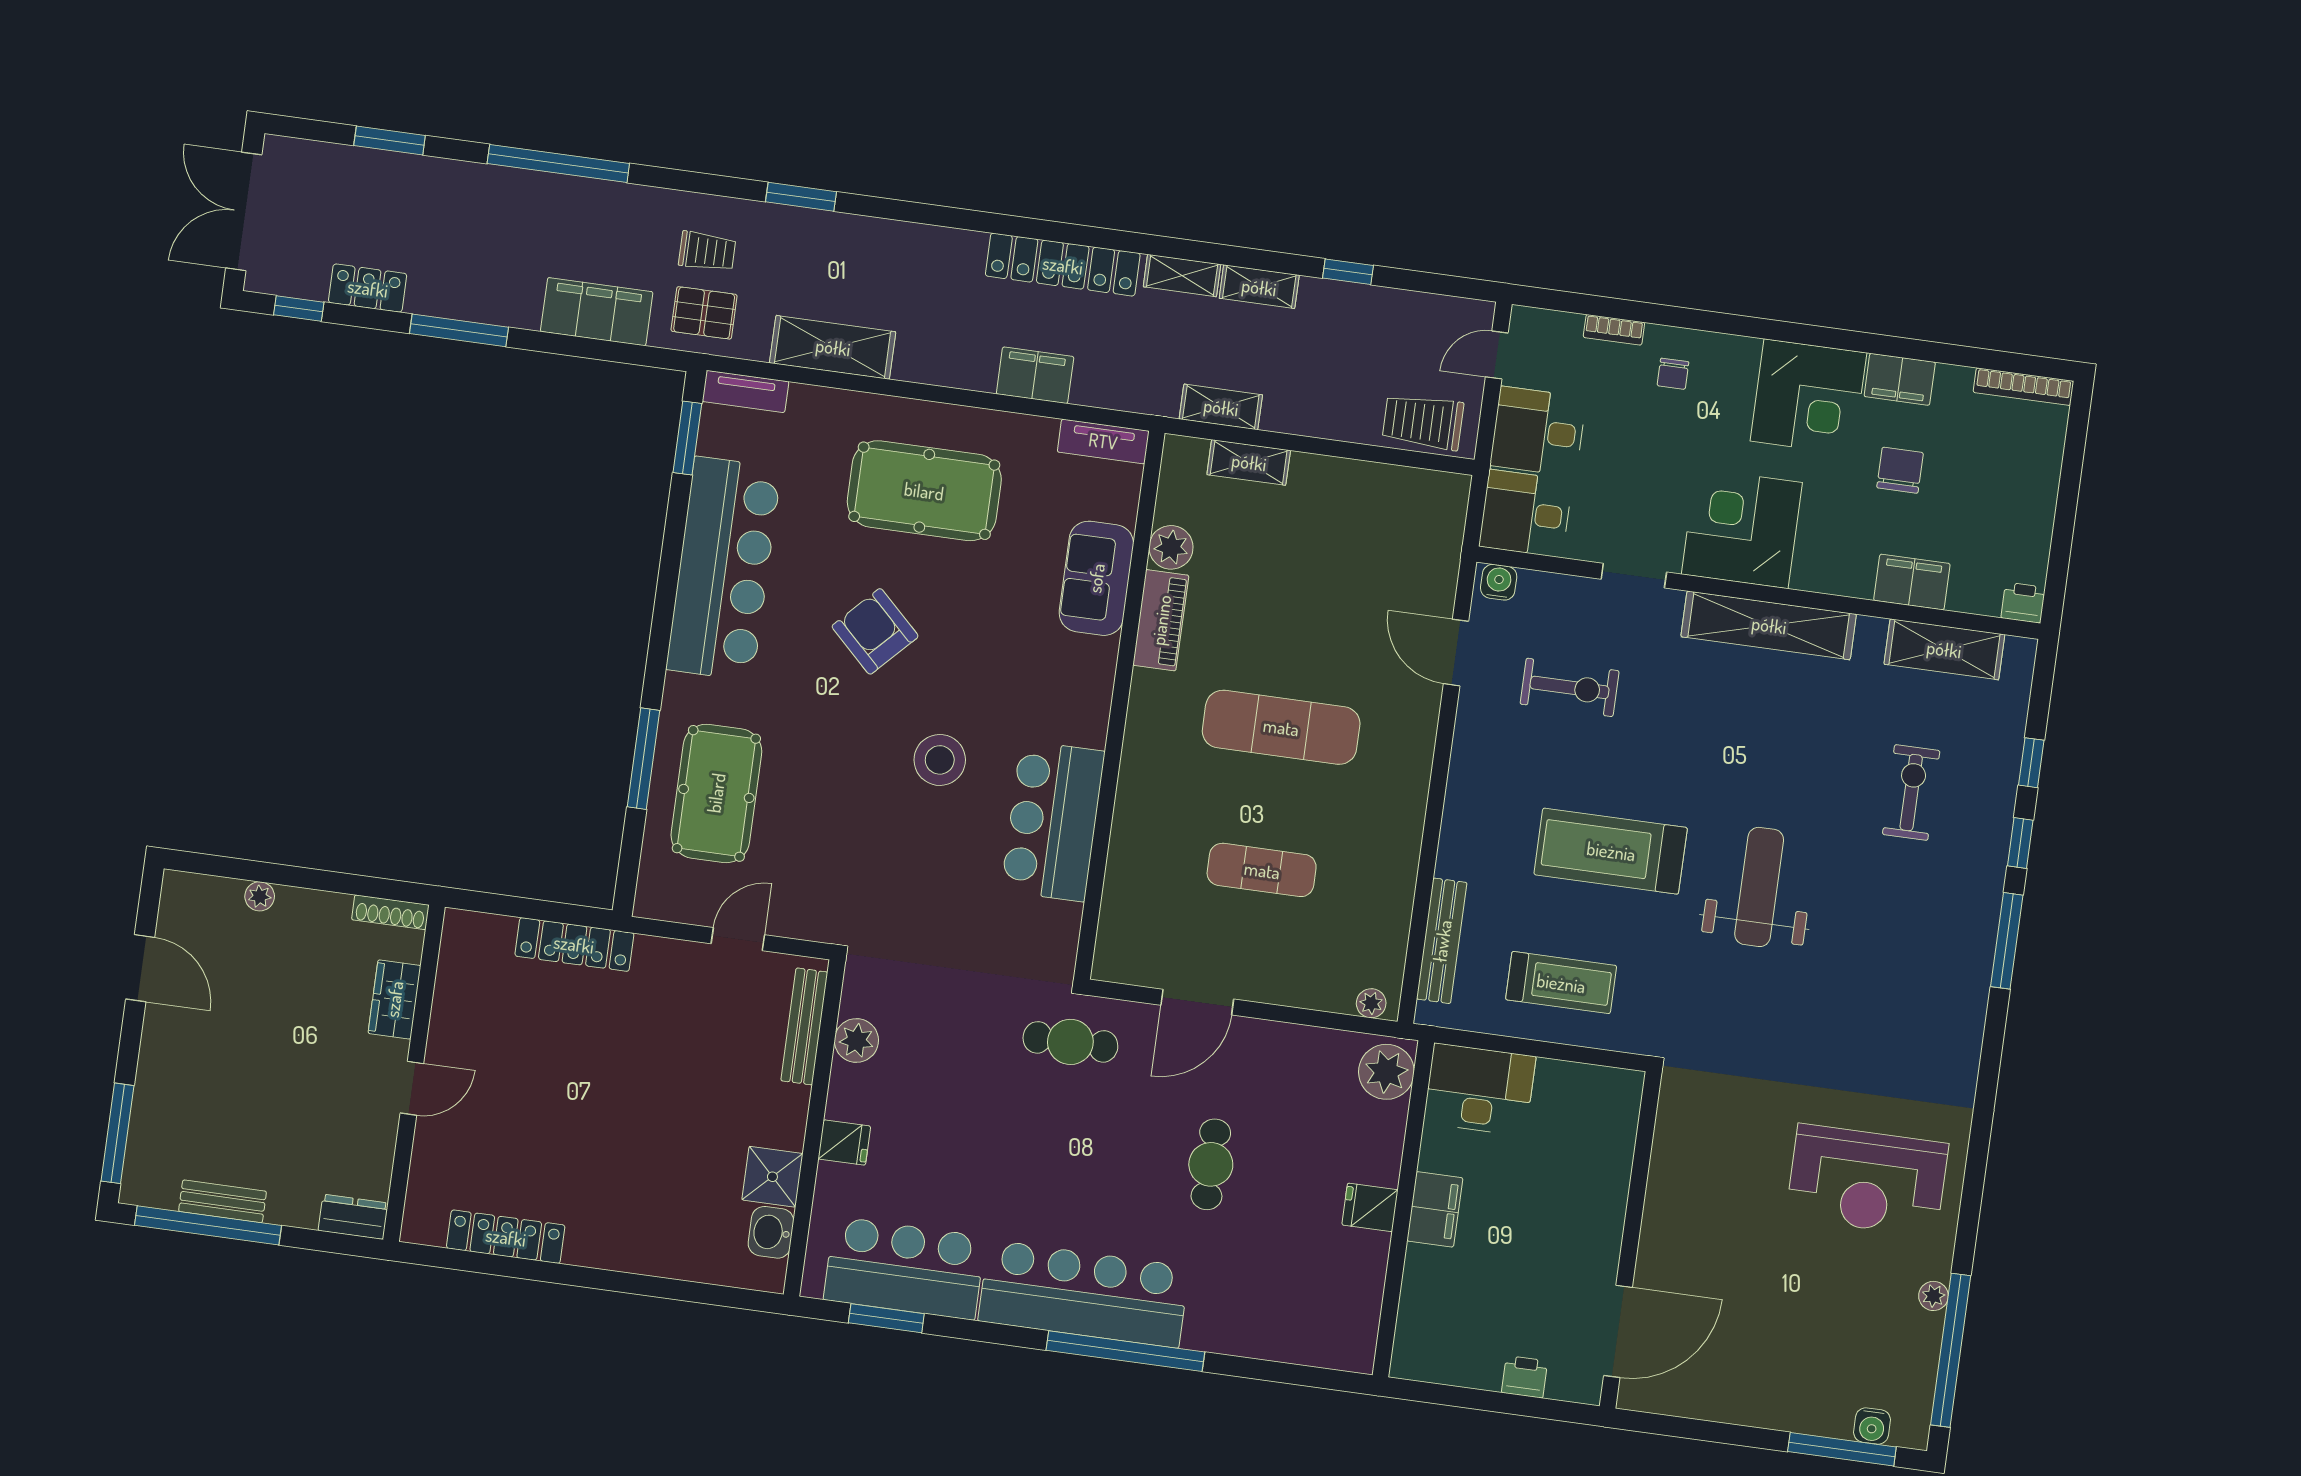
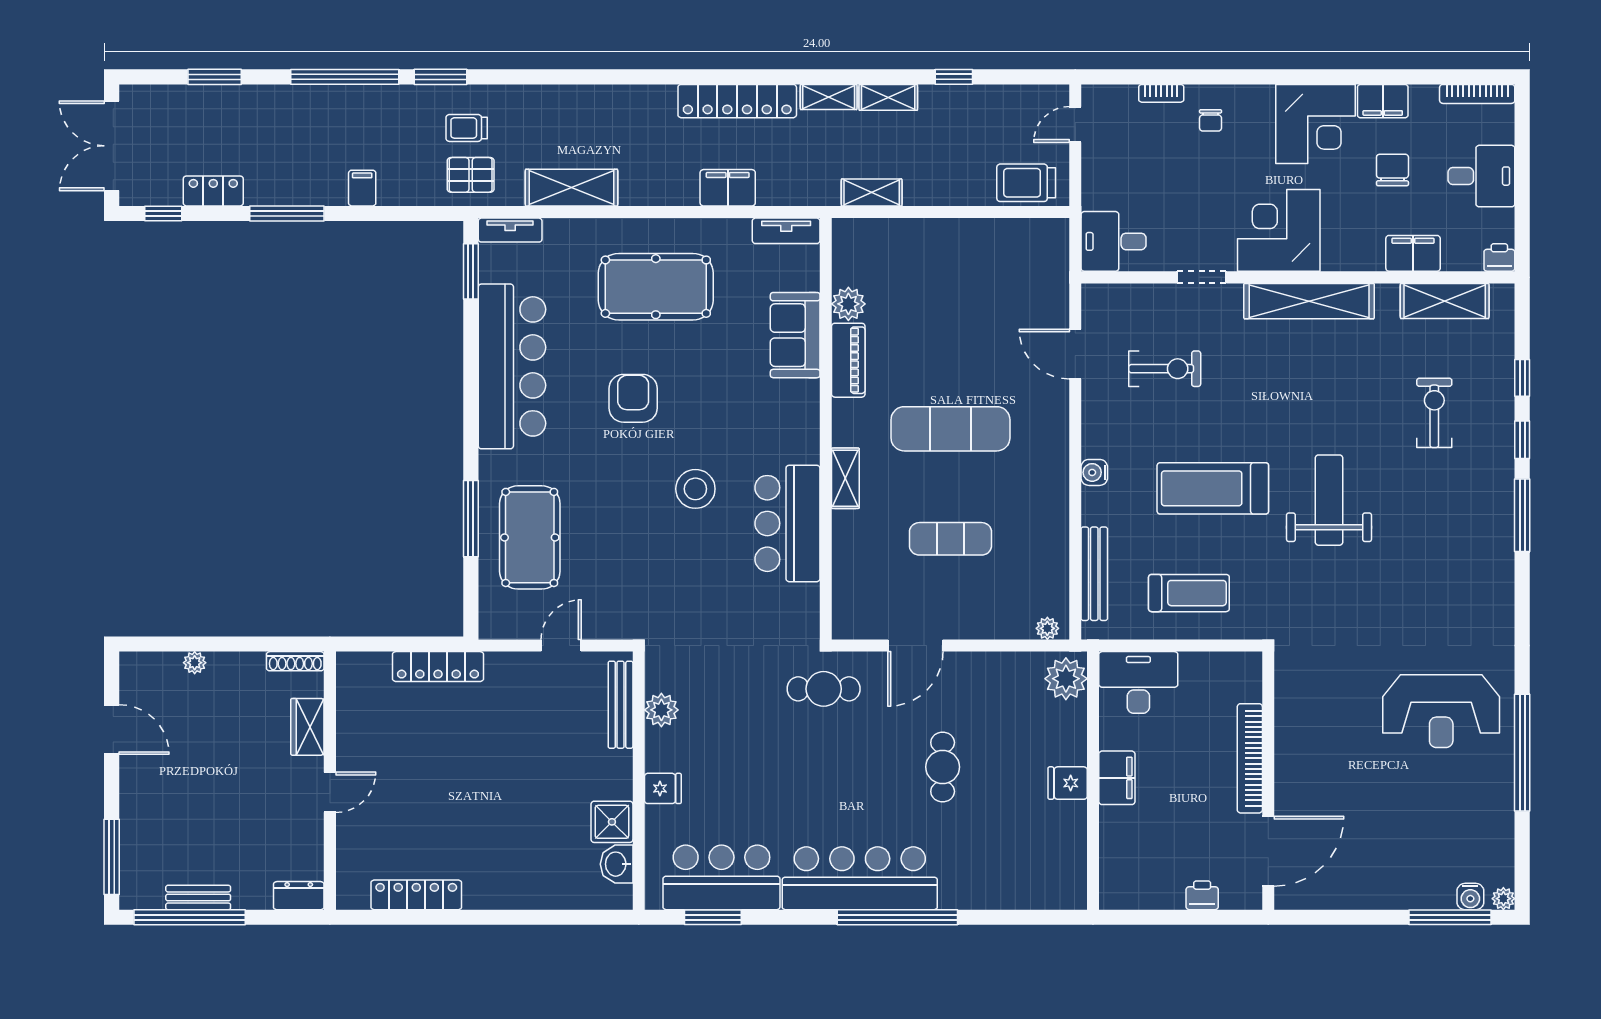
window: (801, 197) -> (440, 77), moved
trolley: (707, 251) -> (467, 128), turned 180
filing cabinet: (597, 312) -> (362, 188), width x0.33, depth x0.86
desk: (1538, 432) -> (1481, 176), moved, turned 180
shelving: (1249, 462) -> (845, 478), moved, turned 90
water cooler: (1499, 582) -> (1094, 472), moved, turned -90
armchair: (875, 631) -> (633, 398), turned 46
bookcase: (1611, 1208) -> (1250, 758), added
plant: (1933, 1296) -> (1503, 899), moved
window: (1951, 1350) -> (1522, 753), moved

